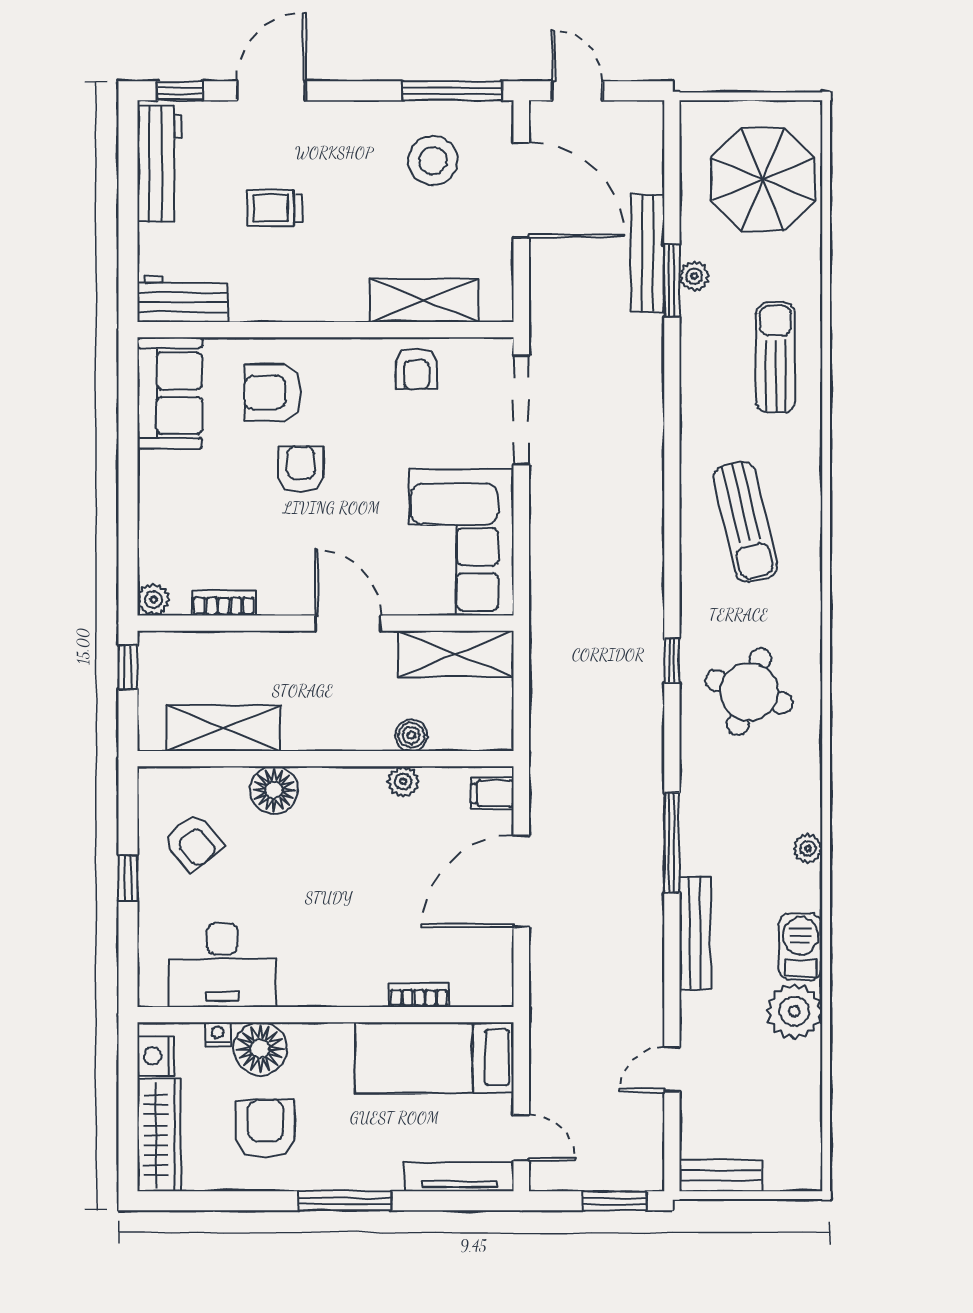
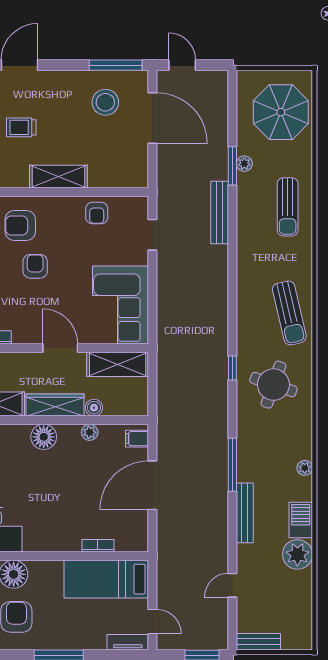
bench: (648, 253) -> (220, 212), moved
shelving: (424, 301) -> (58, 177), moved
sun lounger: (776, 357) -> (288, 207), turned 180
doorway: (521, 410) -> (152, 235), width x0.53
sun lounger: (746, 522) -> (289, 313), moved
wardrobe: (338, 730) -> (55, 405), added
floor lamp: (274, 790) -> (44, 437), moved
tv unit: (459, 1177) -> (128, 642), width x0.71

